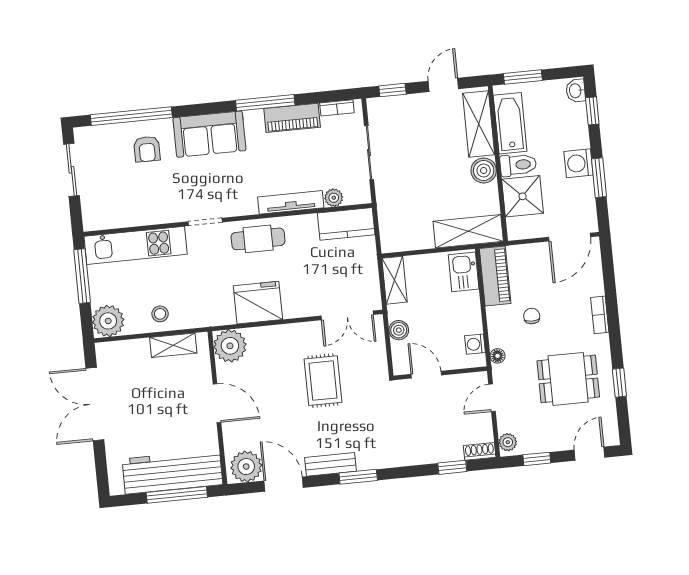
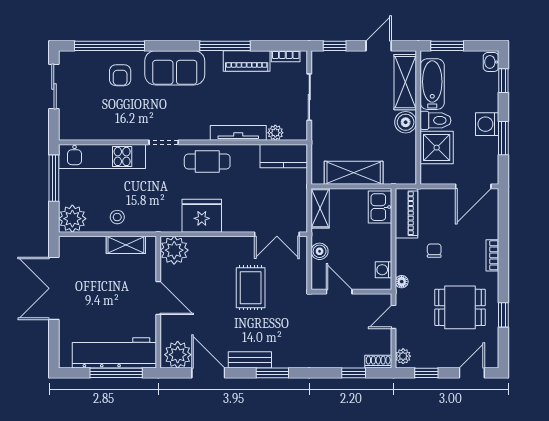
shelving: (468, 231) -> (354, 173), moved

